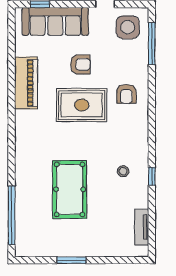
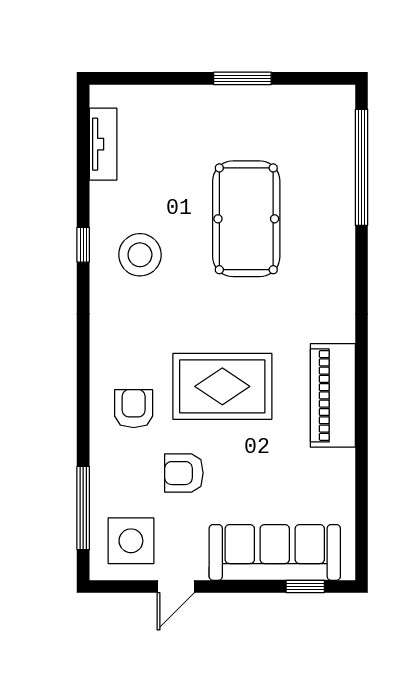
armchair: (80, 64) -> (184, 473), moved
piano: (26, 83) -> (333, 395), moved
stool: (123, 171) -> (140, 255), width x1.89, depth x1.89

